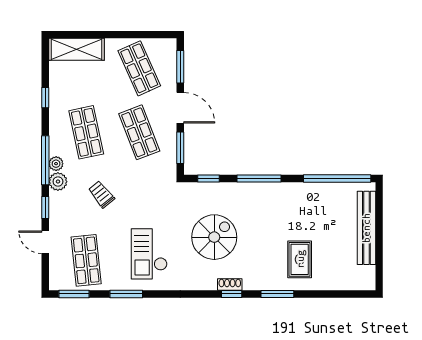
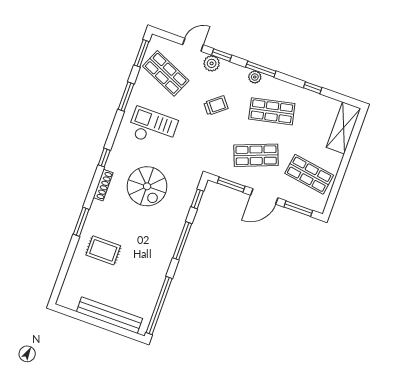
shop shelf: (139, 68) -> (309, 174), turned 33
window: (45, 160) -> (261, 69), width x0.69
plant: (58, 182) -> (212, 63), moved
shop shelf: (86, 260) -> (166, 73), turned 30
shoe rack: (230, 285) -> (103, 185), width x1.43
window: (232, 294) -> (104, 158), moved

